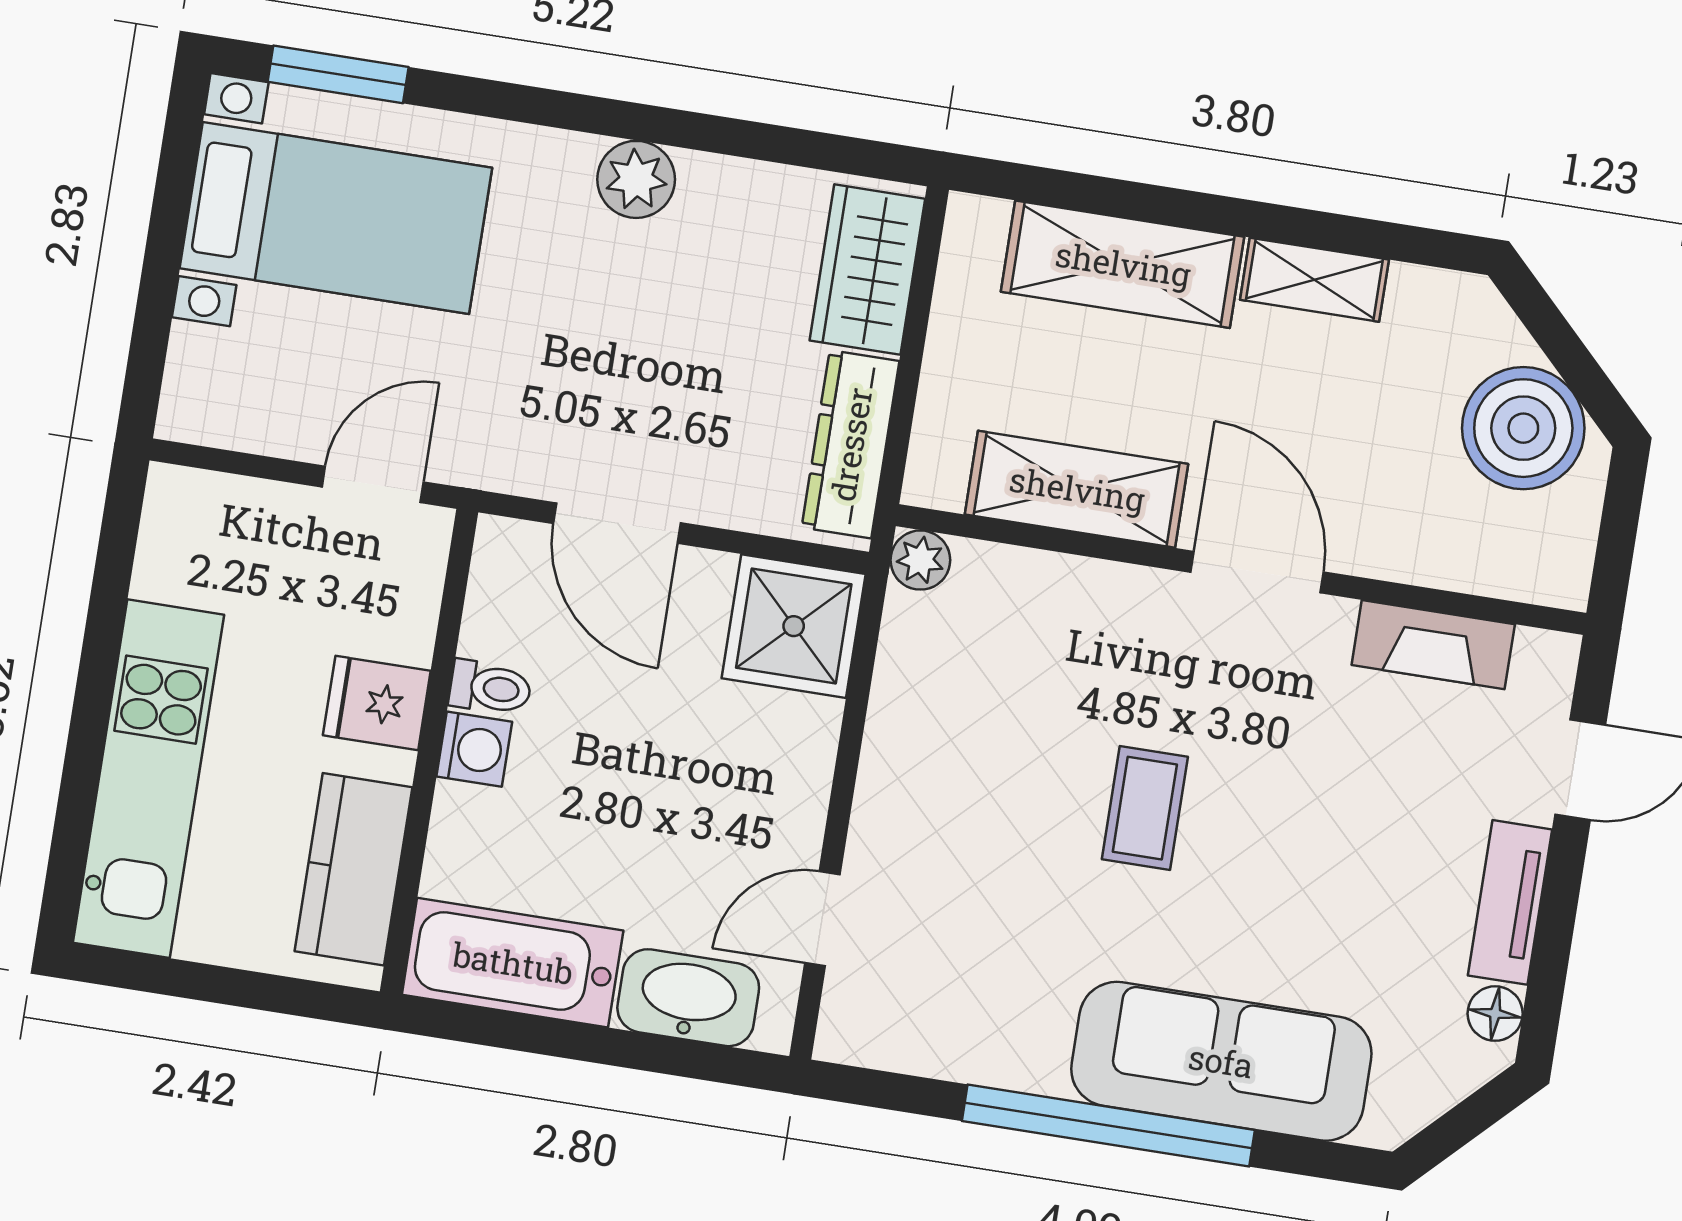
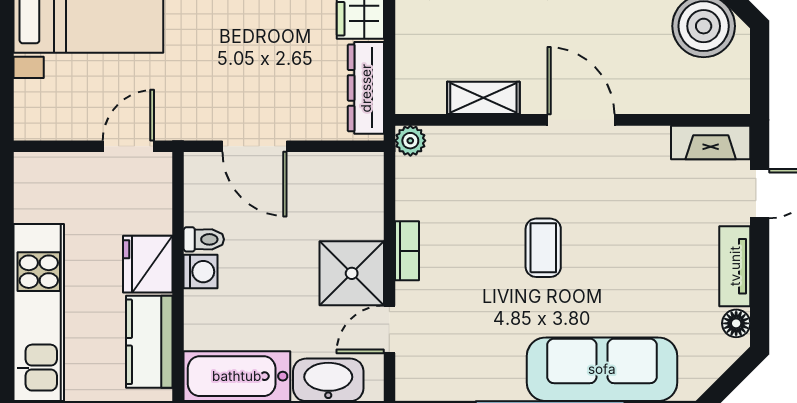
shelving: (1077, 489) -> (483, 98), width x0.67, depth x0.75
shower: (794, 626) -> (352, 273), moved
fireplace: (1433, 645) -> (711, 142), moved
fridge: (377, 703) -> (148, 264), width x1.38
bookcase: (880, 772) -> (407, 251), added

